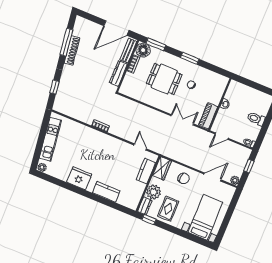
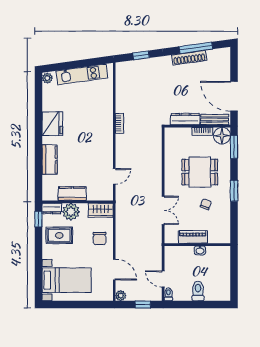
dining table: (164, 79) -> (200, 172), turned 90
piano: (208, 116) -> (193, 237), moved
door: (222, 136) -> (163, 279), moved
kitchen counter: (146, 171) -> (72, 194), moved

